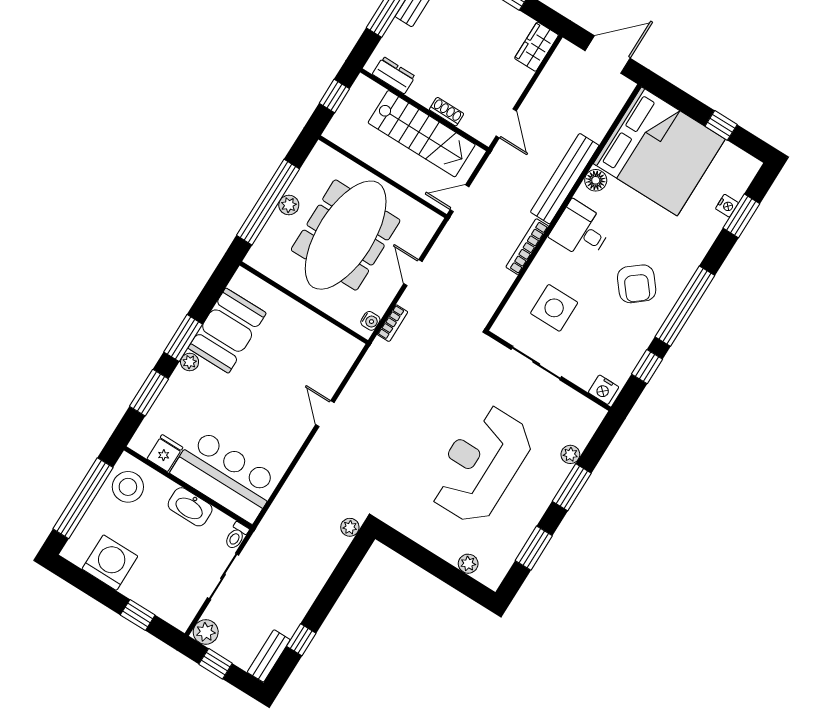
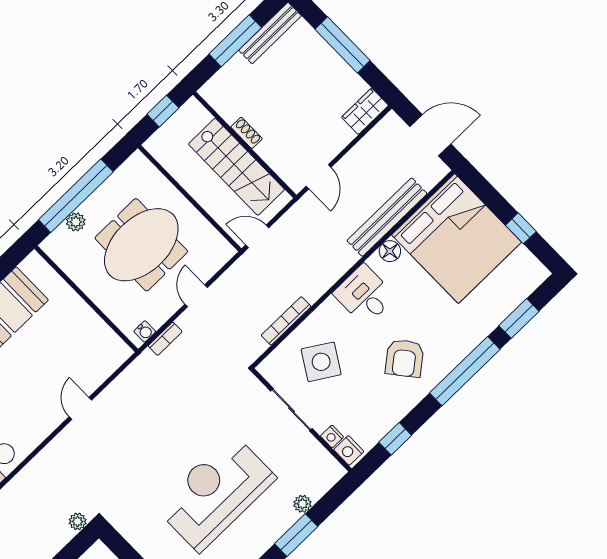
dresser: (394, 75) -> (224, 105), removed
shoe rack: (446, 112) -> (247, 133), moved
bench: (565, 179) -> (387, 217), moved
plant: (289, 205) -> (76, 222), moved
nightstand: (727, 206) -> (332, 436), moved, turned 90
meeting table: (346, 235) -> (141, 245), width x0.73
bookcase: (527, 247) -> (286, 321), moved
window: (685, 306) -> (465, 371), moved
side table: (554, 308) -> (321, 362), turned 32

